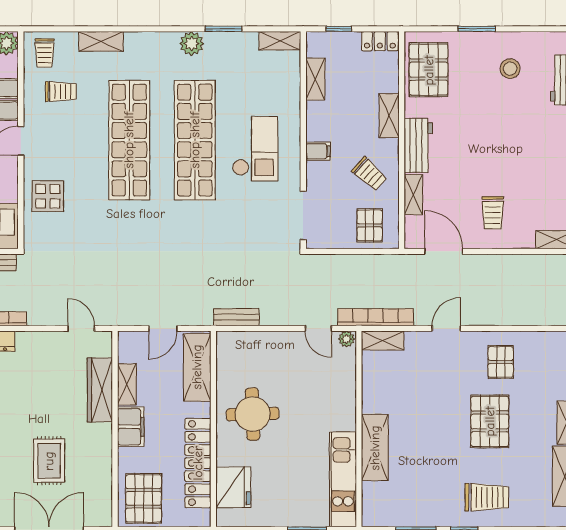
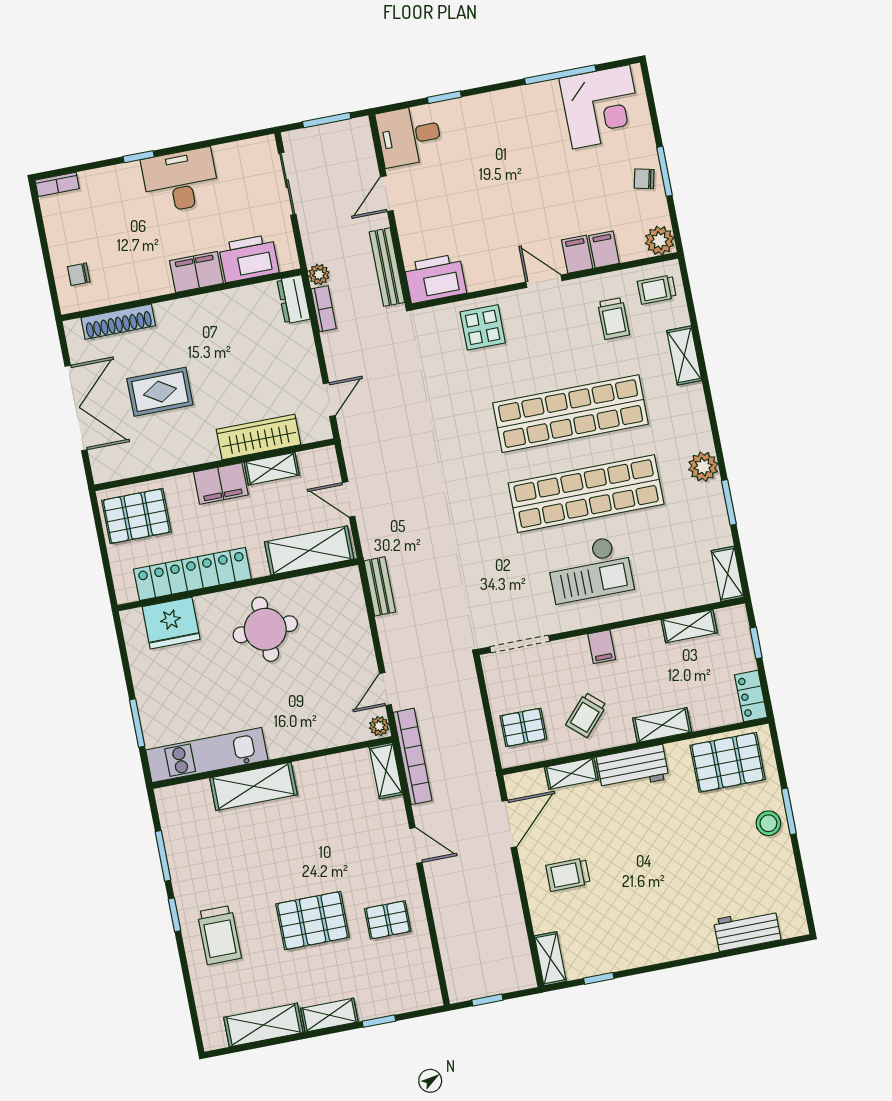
stool: (510, 69) -> (768, 823), moved

